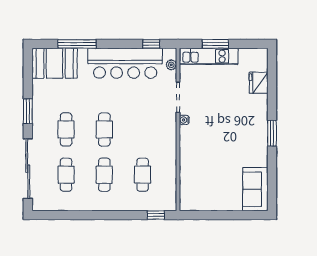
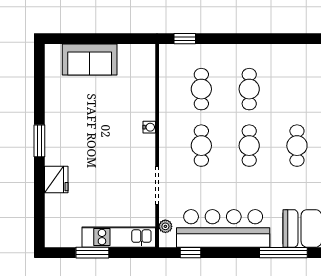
window: (215, 44) -> (92, 253), moved
fridge: (259, 83) -> (56, 180), moved
water cooler: (184, 120) -> (149, 127), moved
cafe table: (66, 175) -> (201, 146), moved
sofa: (255, 189) -> (90, 60), moved, turned 90

